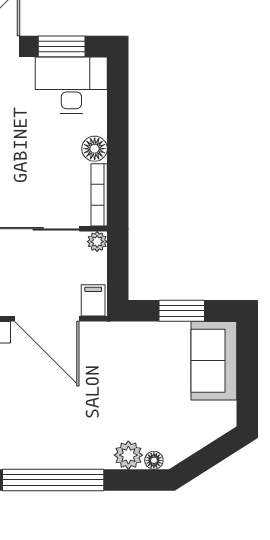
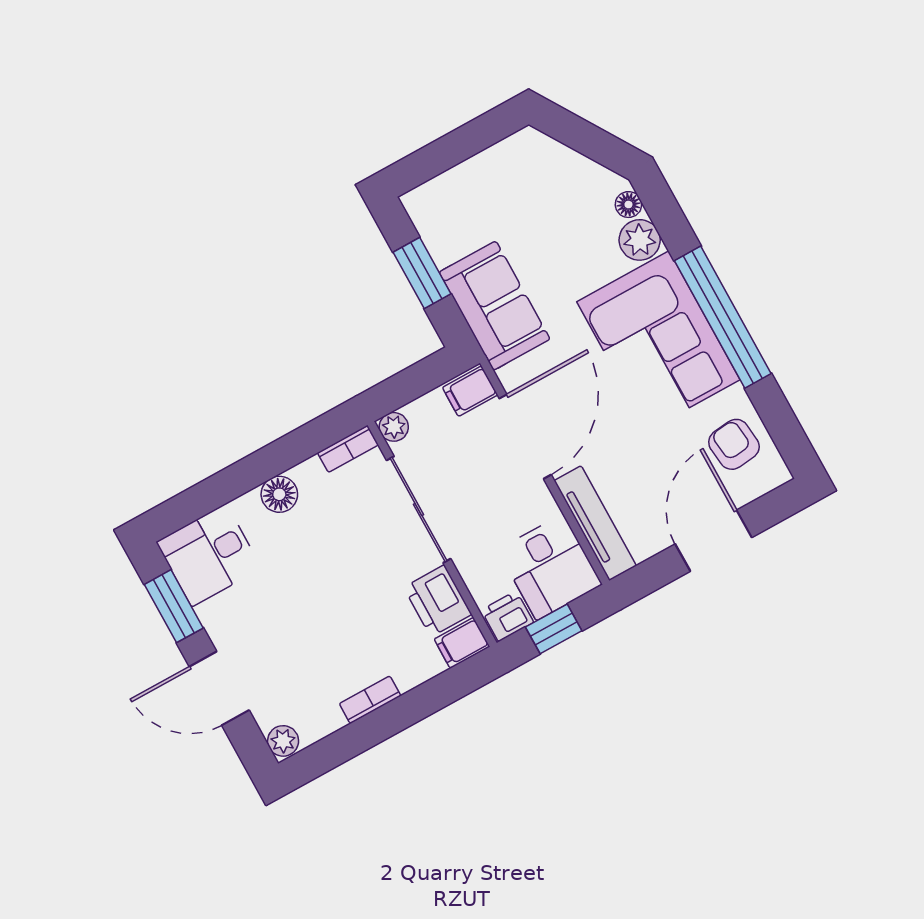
desk: (71, 85) -> (209, 555), width x0.73
bookcase: (99, 195) -> (348, 449), width x0.64
sofa: (214, 361) -> (495, 306), moved, turned -90
corner sofa: (60, 433) -> (658, 341), added

